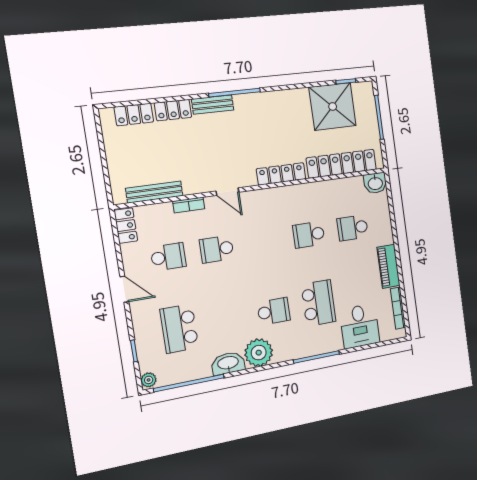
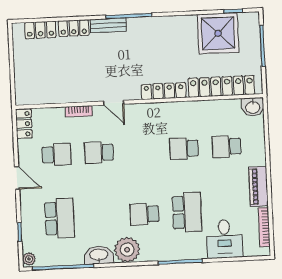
bench: (154, 192) -> (51, 97), removed
school desk: (274, 311) -> (145, 214), turned 180
school desk: (179, 329) -> (60, 218), turned 180

